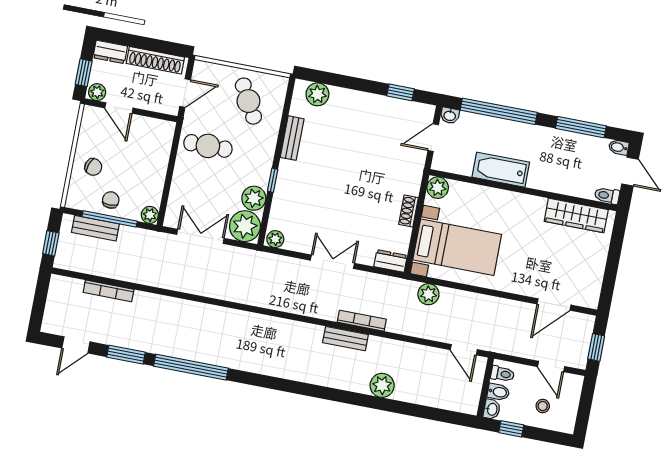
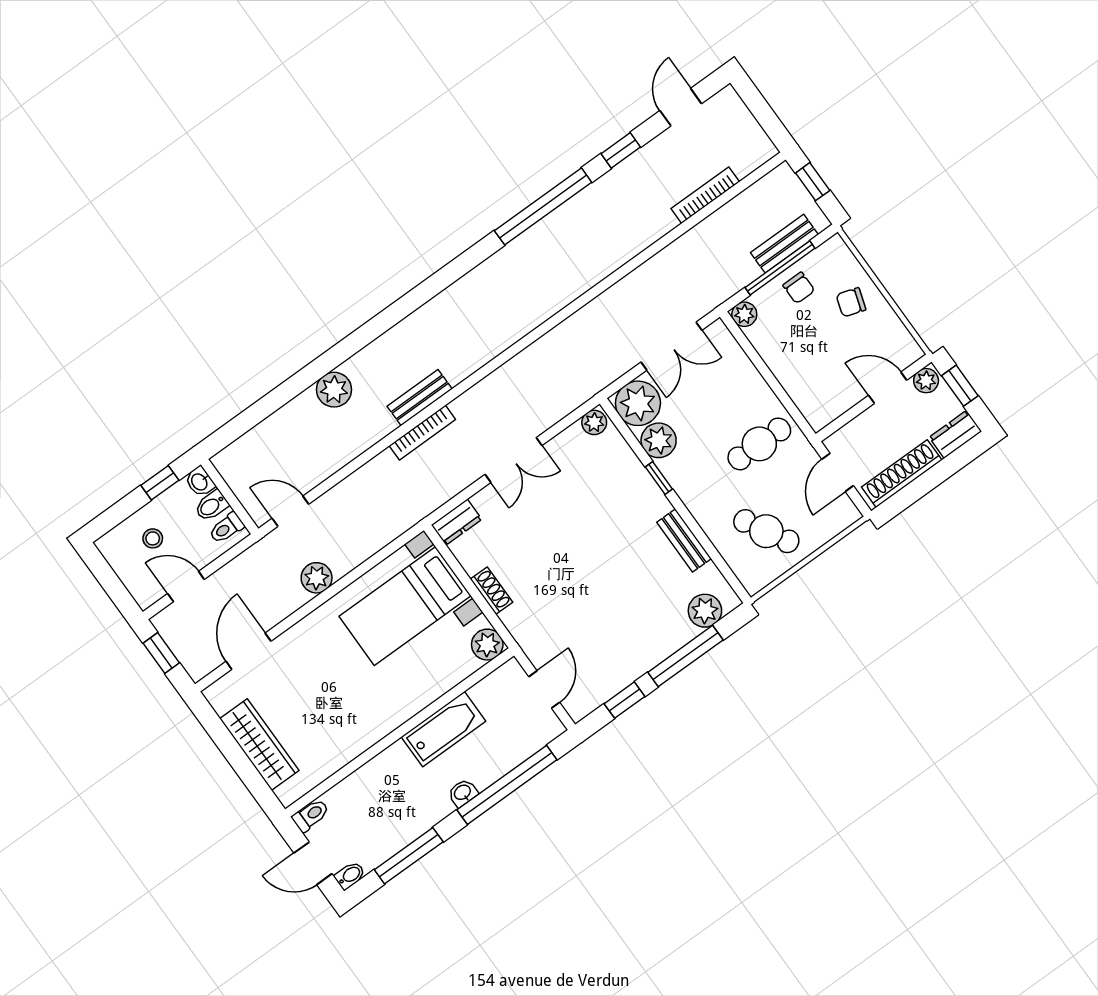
window: (349, 83) -> (685, 656), added
washbasin: (450, 116) -> (463, 793), moved
wardrobe: (576, 215) -> (259, 745), moved, turned 90
plant: (428, 294) -> (317, 578), moved
window: (126, 355) -> (621, 150), width x0.67

